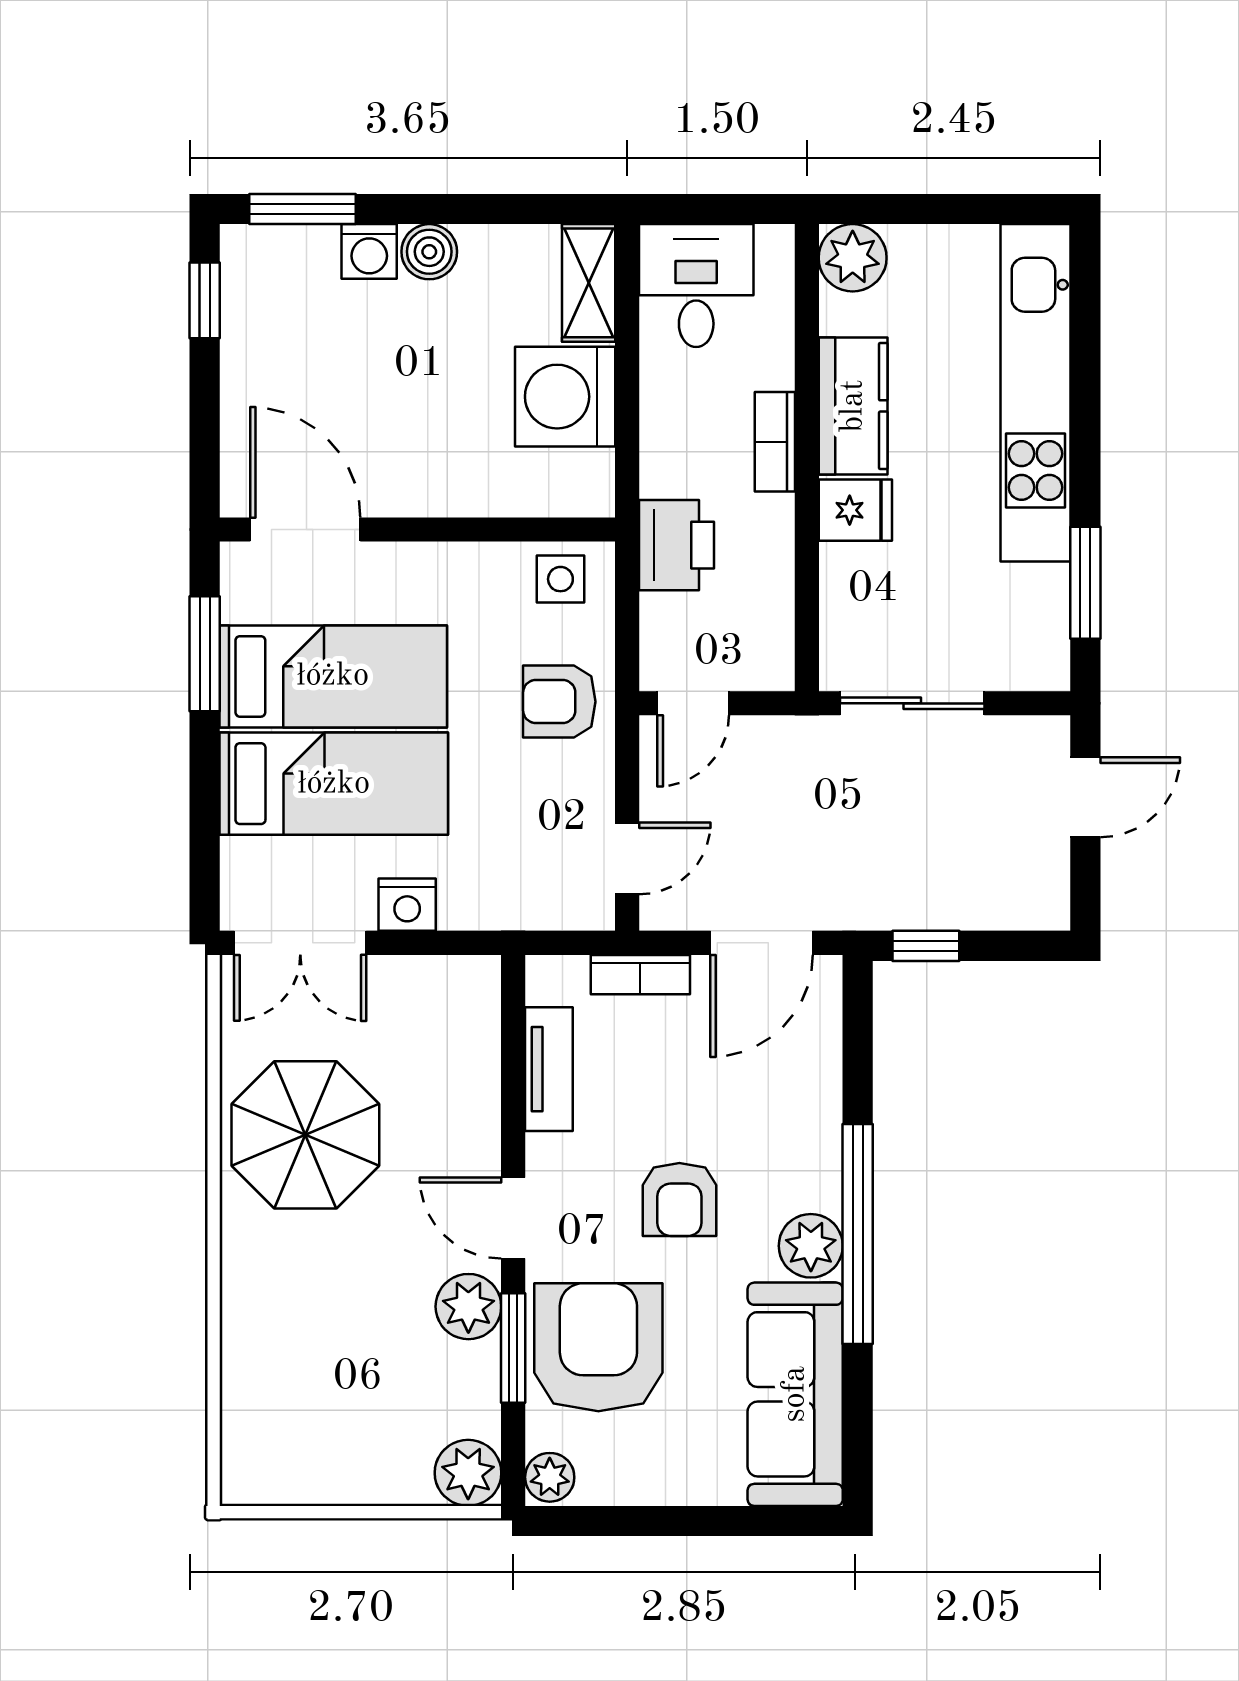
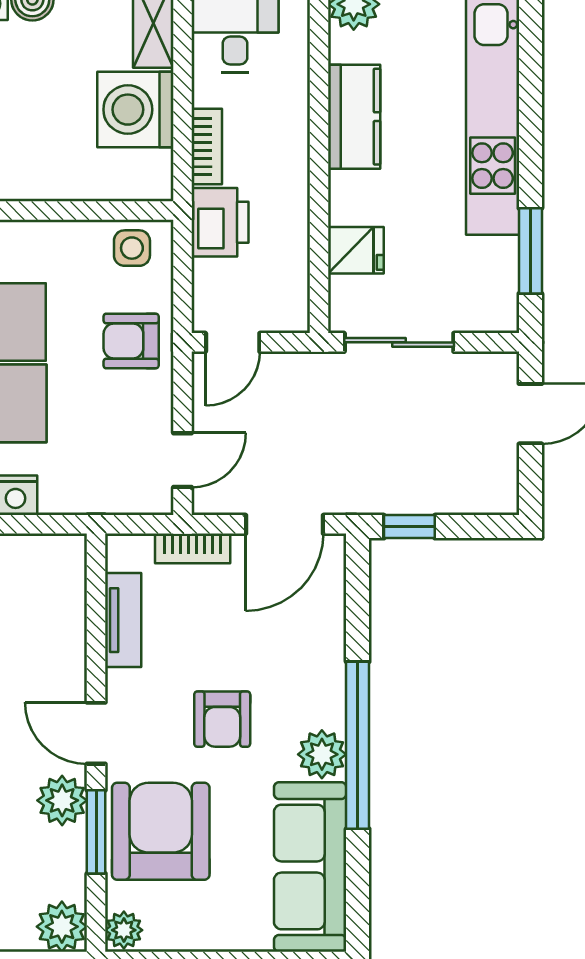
bookcase: (775, 442) -> (207, 146), moved, turned 180
fridge: (855, 510) -> (356, 250), moved

